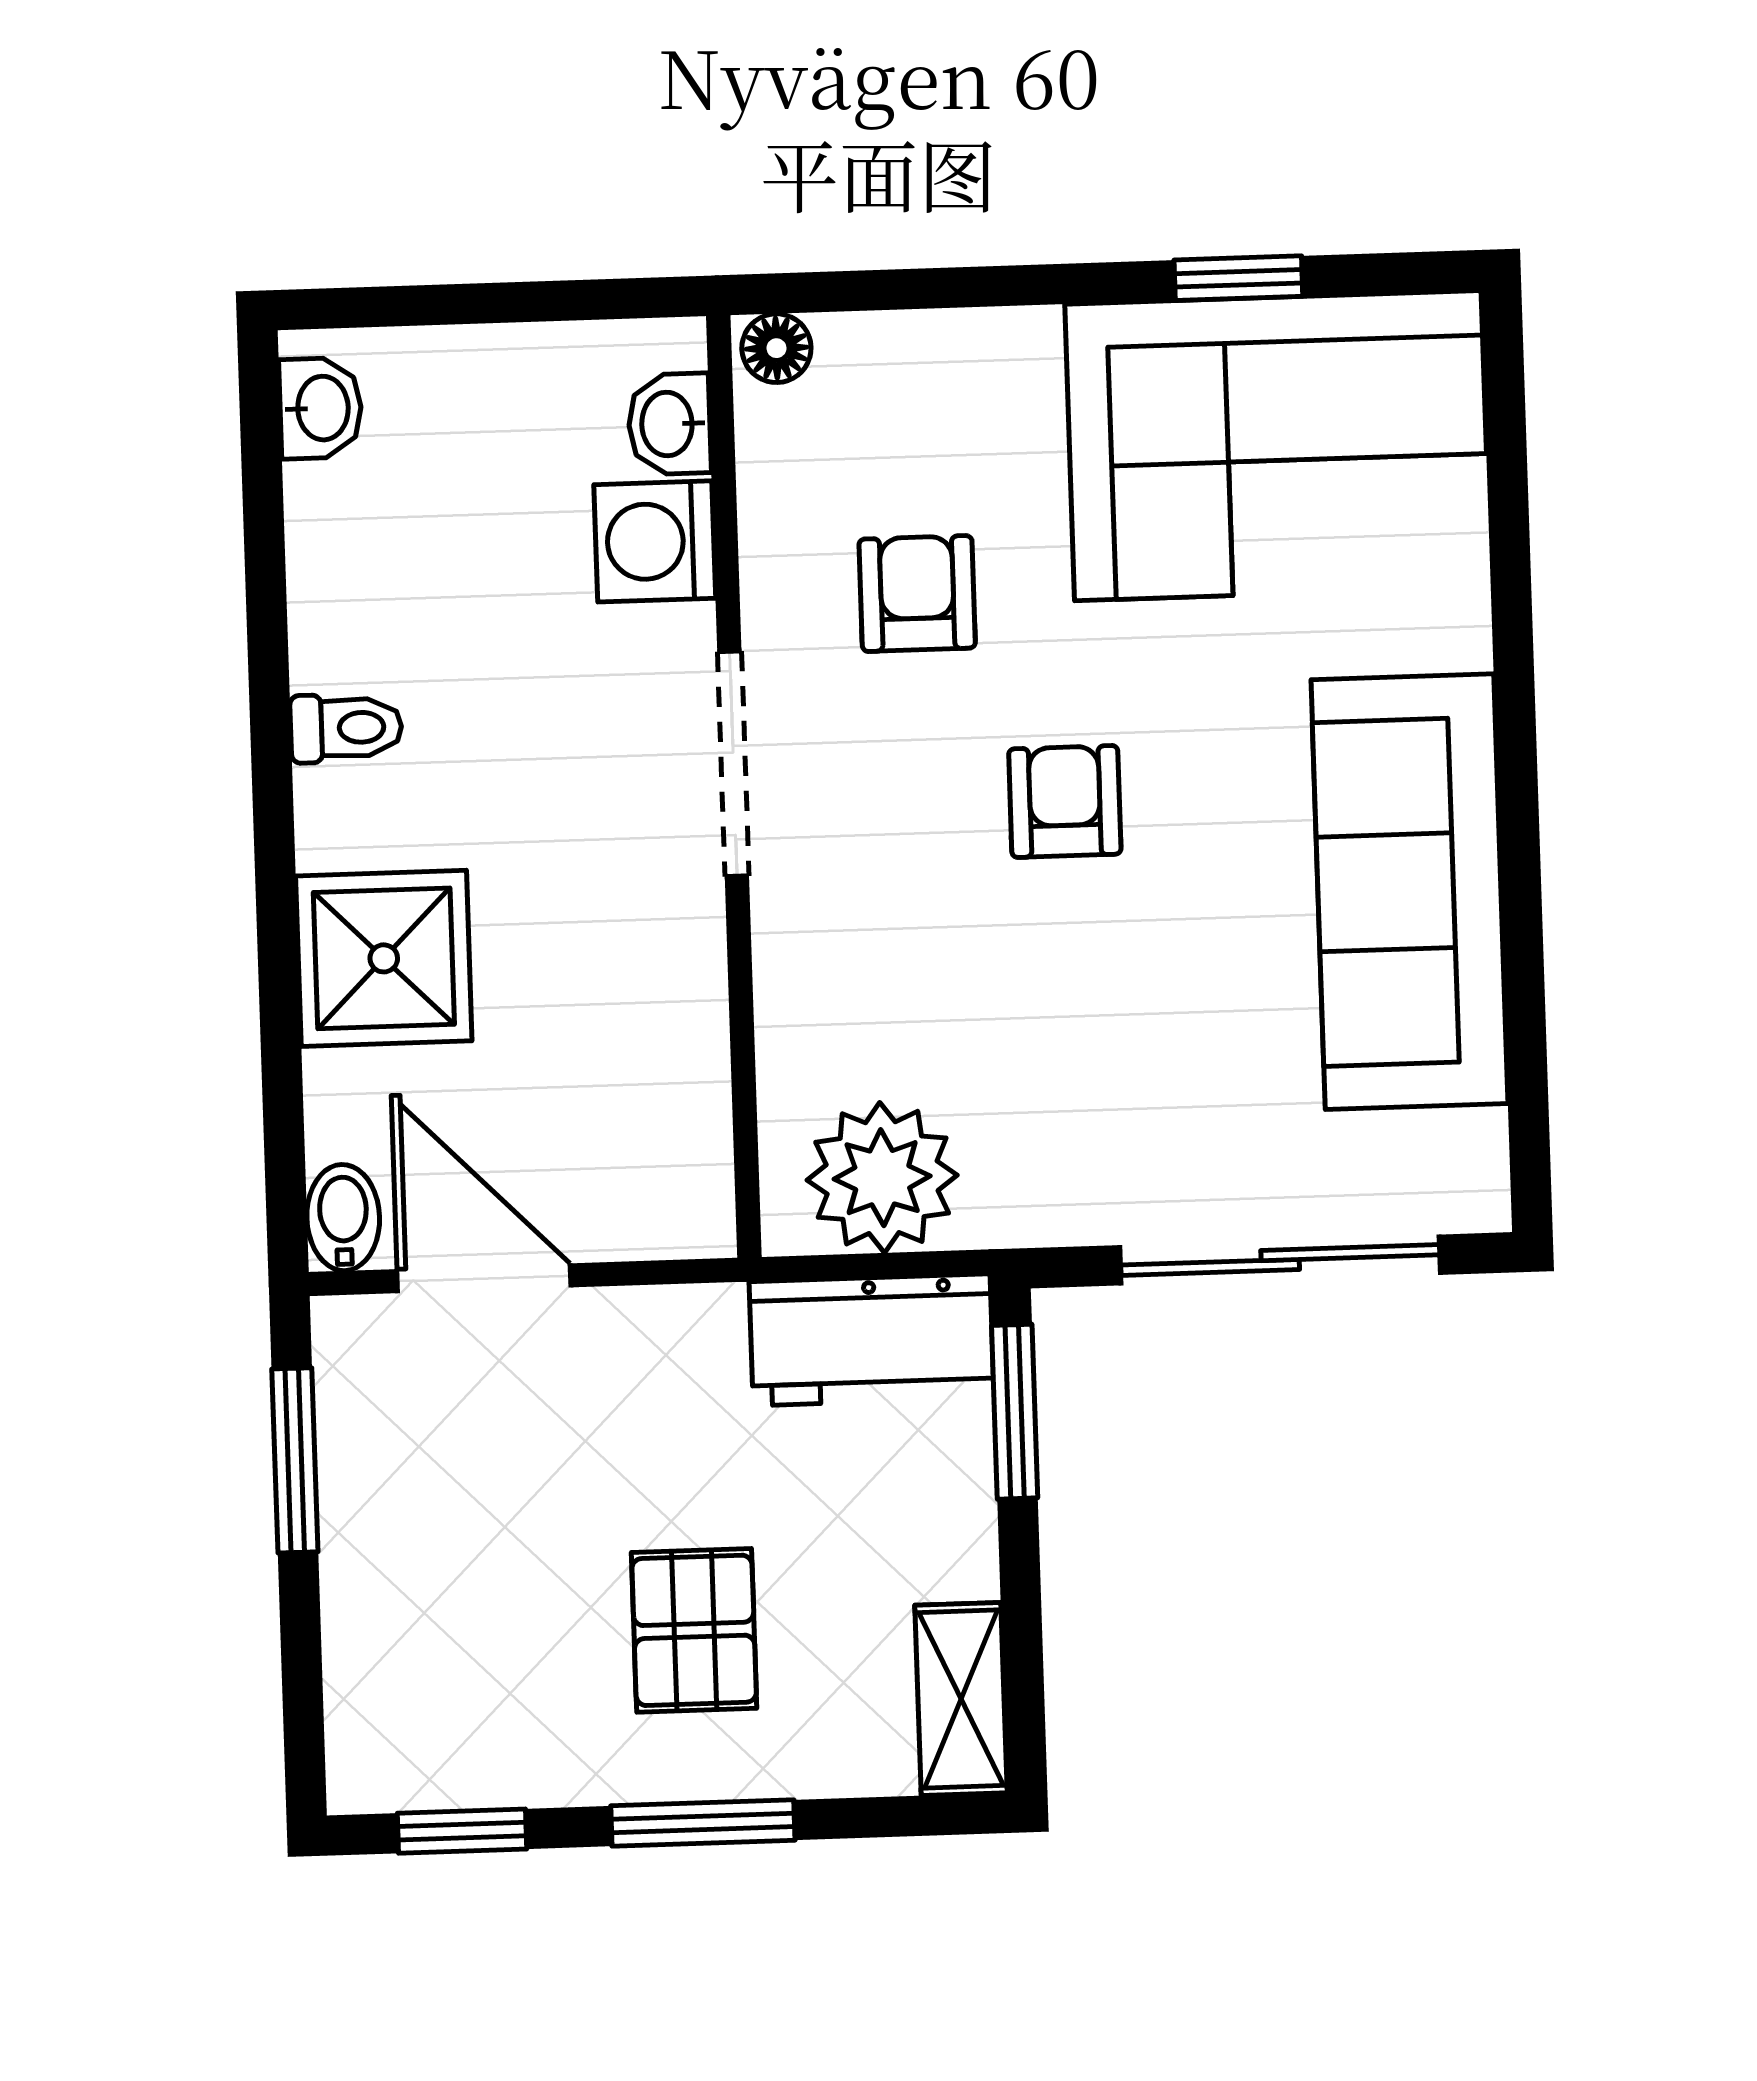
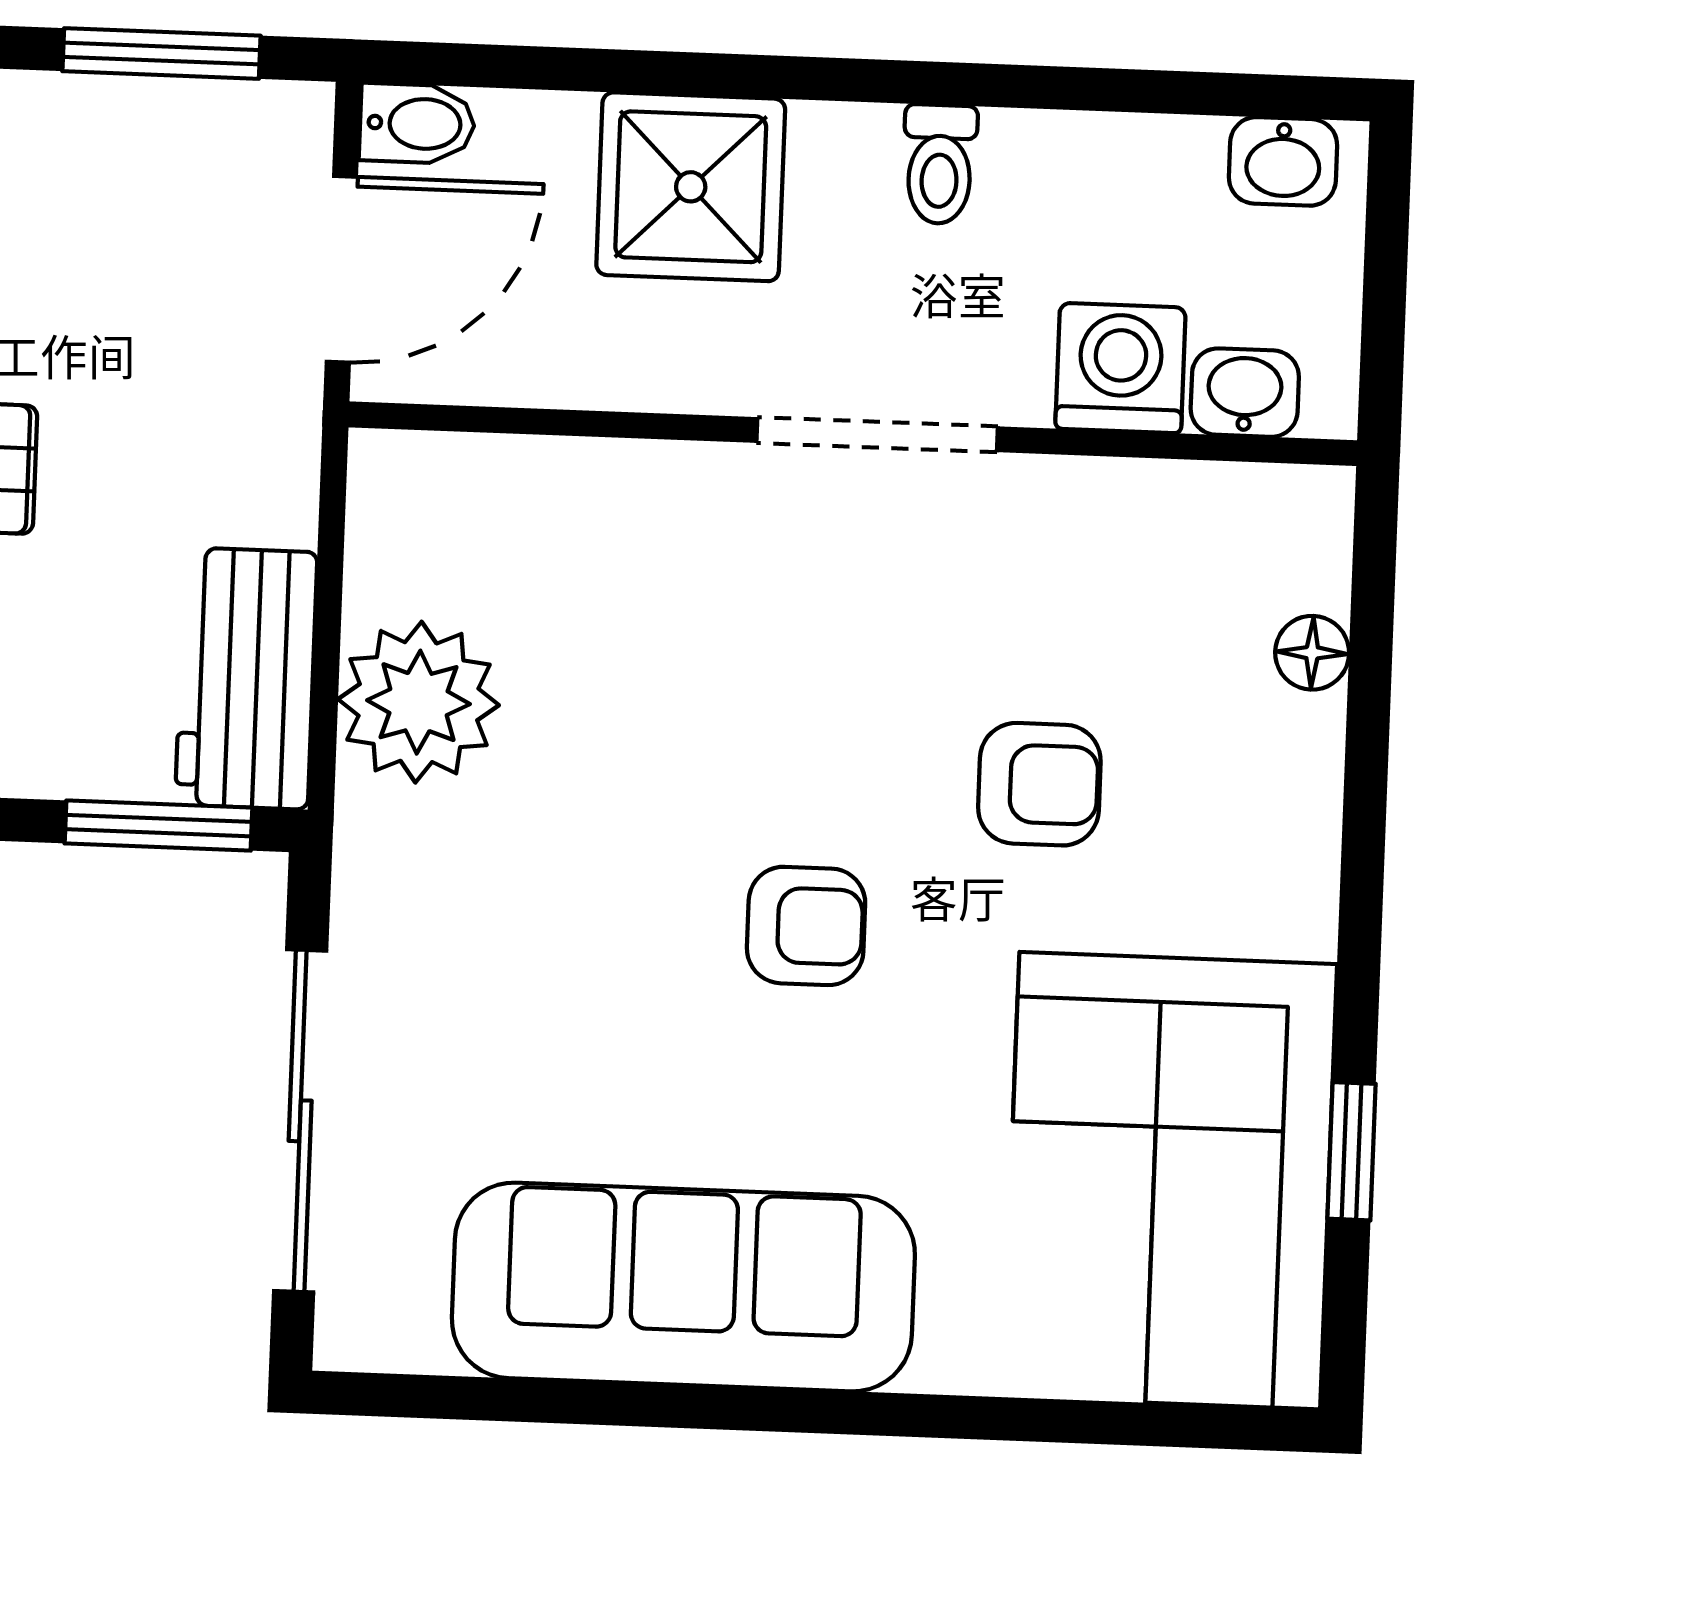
washbasin: (669, 424) -> (1245, 393), moved
washing machine: (655, 541) -> (1121, 368), moved
doorway: (733, 764) -> (877, 435), moved
wall: (734, 786) -> (853, 434), moved

